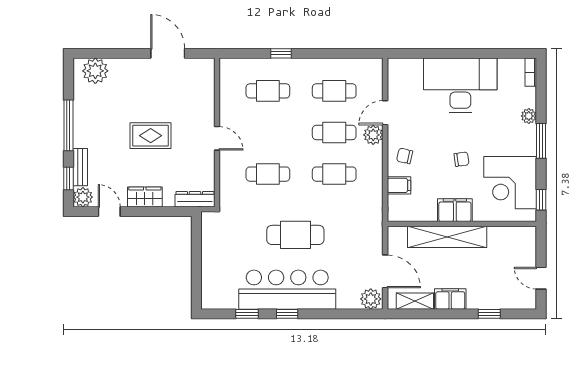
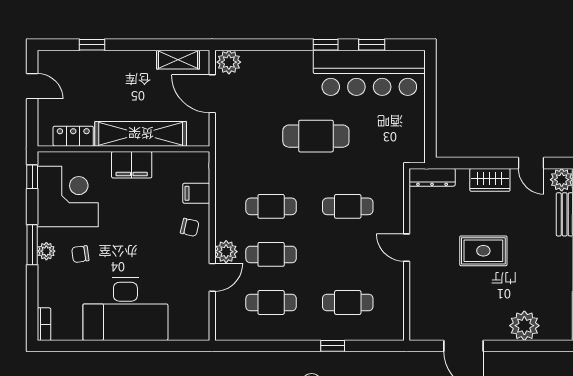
plant: (95, 71) -> (524, 326), moved
plant: (529, 116) -> (46, 251), moved
chair: (461, 159) -> (80, 254), moved
locker: (505, 235) -> (73, 136), added
bar counter: (287, 290) -> (369, 73), moved
filing cabinet: (450, 299) -> (137, 62), removed

